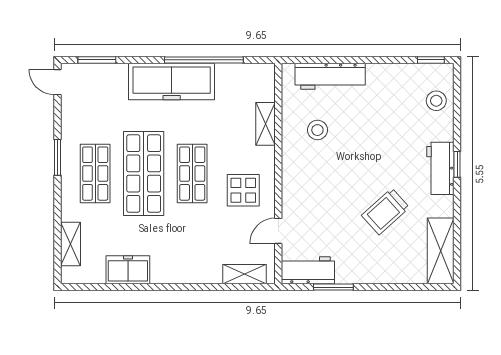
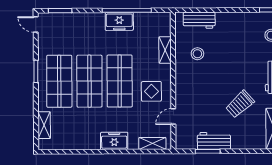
workbench: (330, 76) -> (199, 20), width x0.73
freezer: (172, 82) -> (119, 21), width x0.52, depth x0.79
shop shelf: (95, 174) -> (59, 81), width x1.43, depth x1.36
shop shelf: (192, 174) -> (120, 81), width x1.43, depth x1.36
freezer: (128, 270) -> (114, 141), moved
workbench: (308, 270) -> (214, 141), moved

